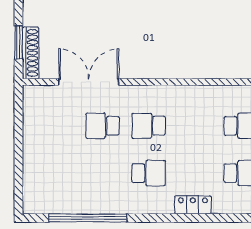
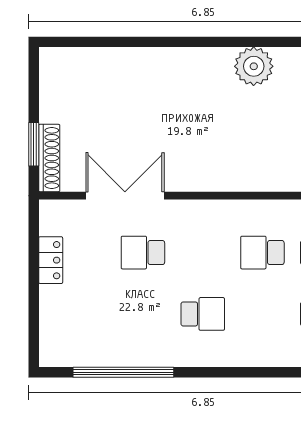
school desk: (149, 126) -> (262, 253), moved
locker: (193, 205) -> (51, 260), moved, turned 90

